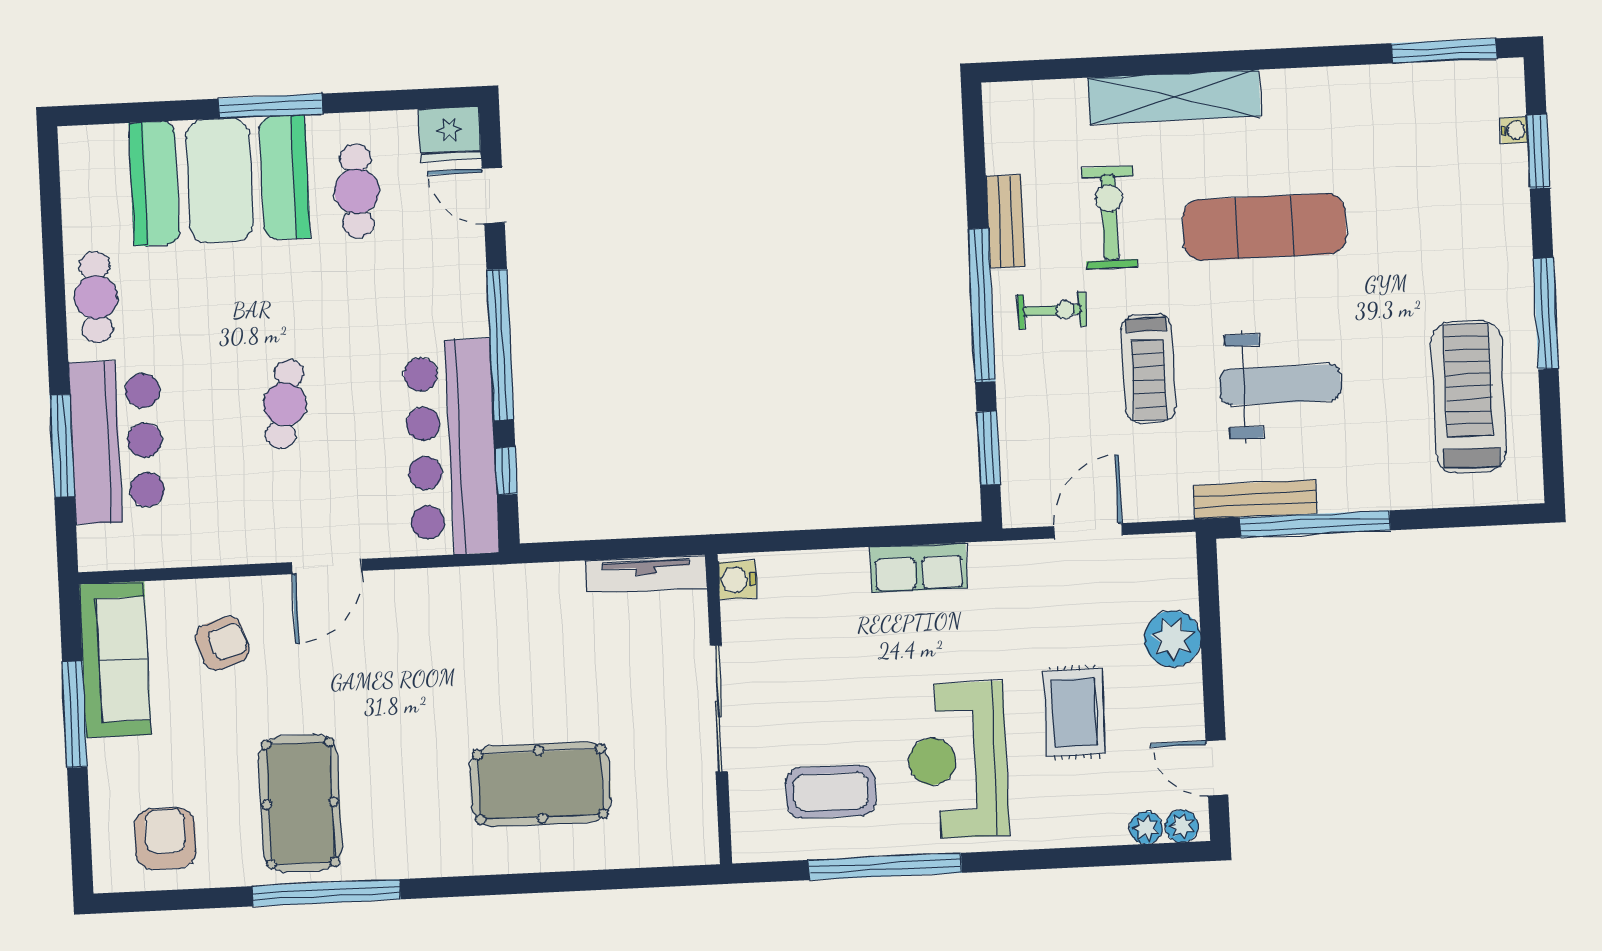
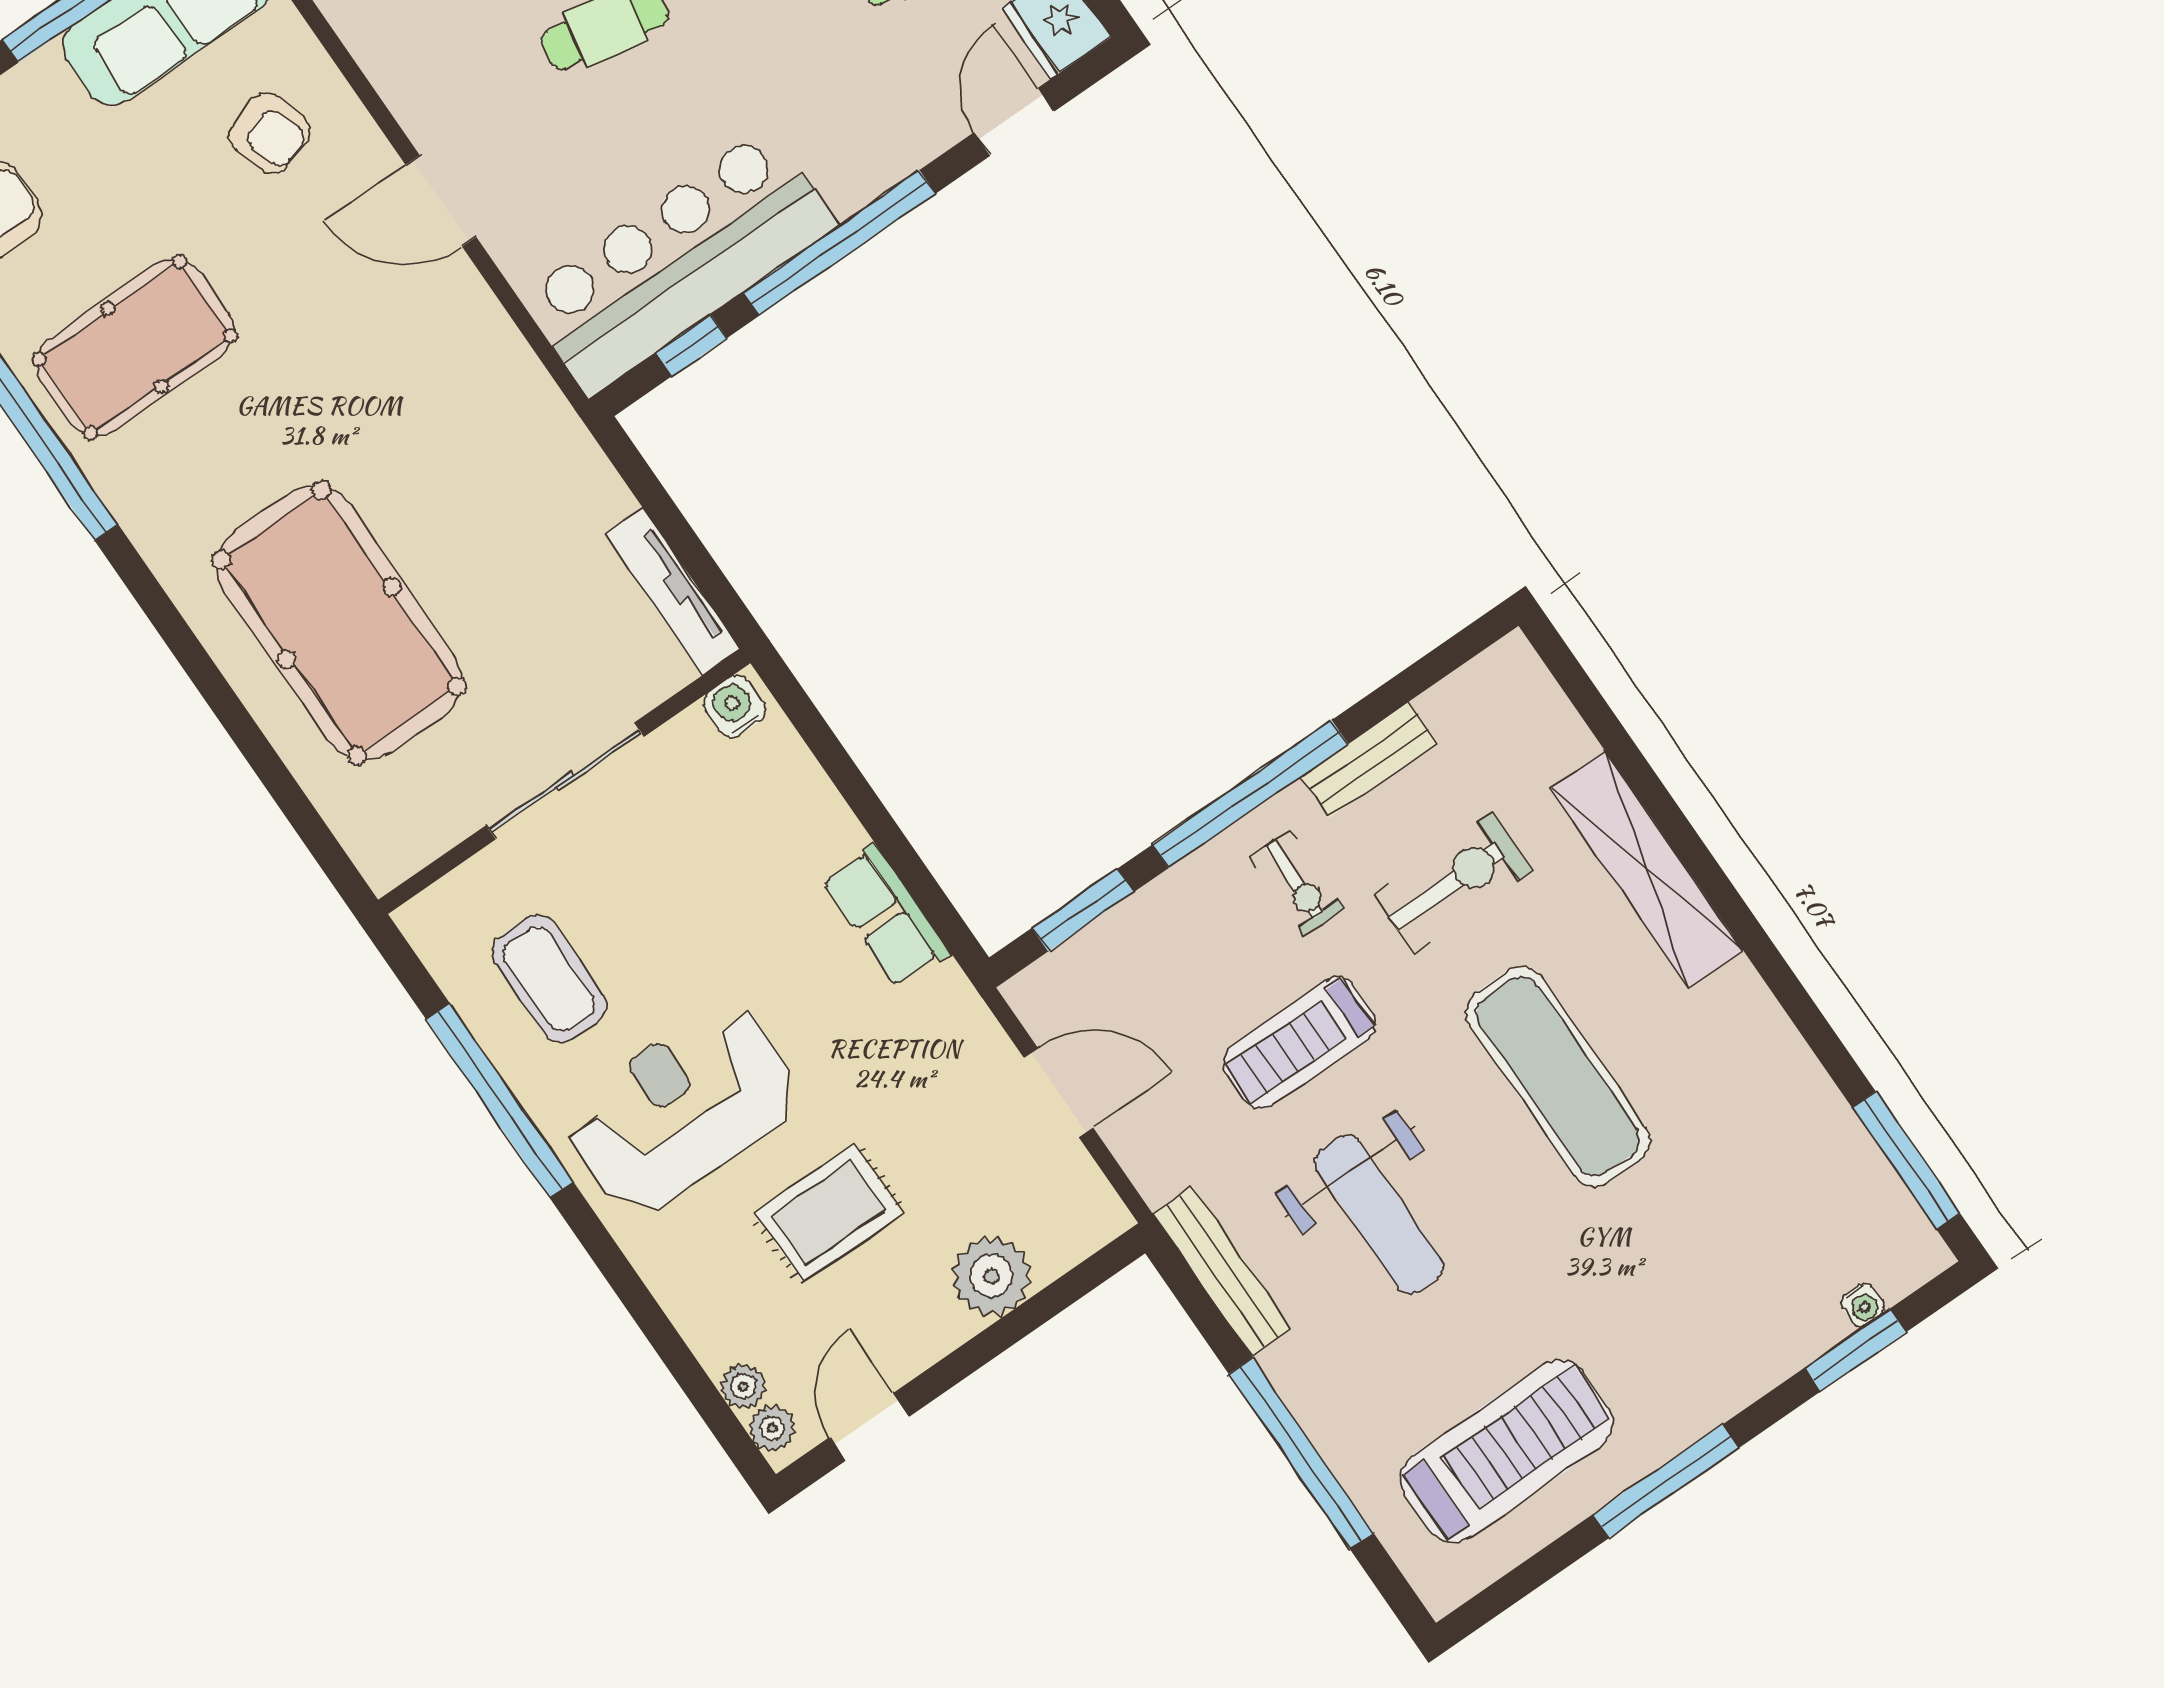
window: (1315, 524) -> (1301, 1454), moved
pool table: (541, 784) -> (339, 623), width x1.36, depth x1.32

